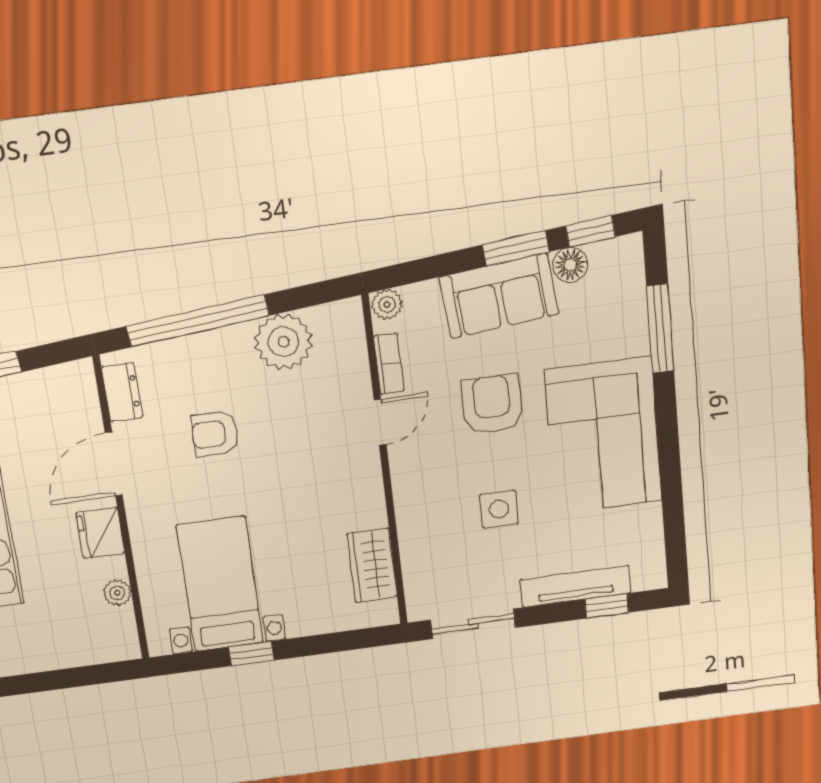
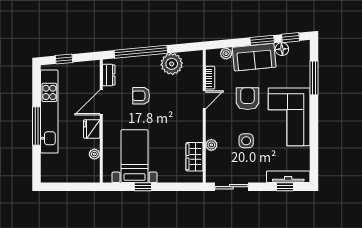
plant: (387, 304) -> (226, 54), moved
plant: (412, 531) -> (211, 145), added
tv unit: (575, 586) -> (288, 177), moved

